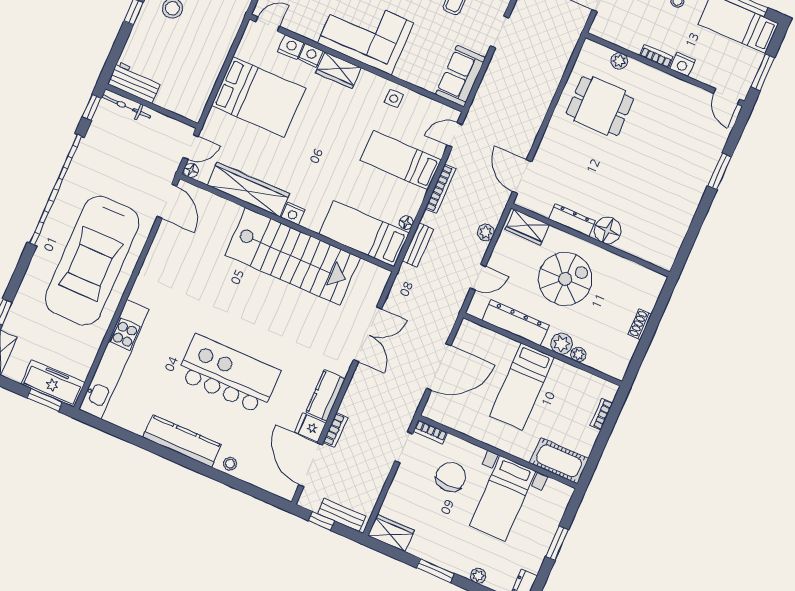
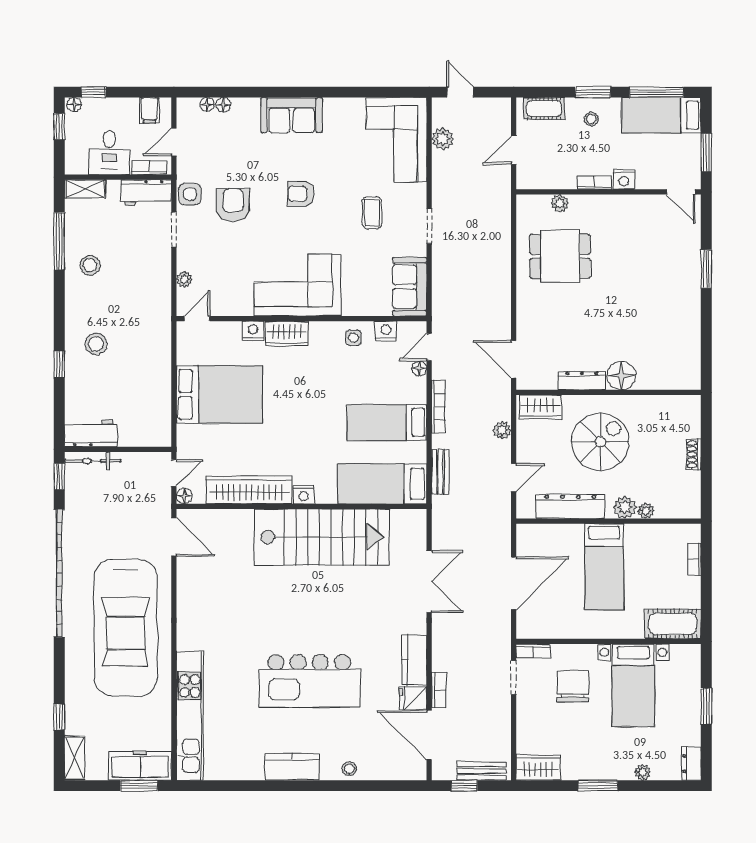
nightstand: (291, 47) -> (386, 331), moved
bed: (401, 160) -> (387, 422), moved
floor lamp: (406, 223) -> (419, 369), moved
kitchen island: (228, 374) -> (309, 681), turned 180
kitchen counter: (182, 441) -> (292, 767), width x0.67

